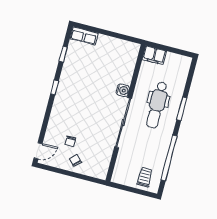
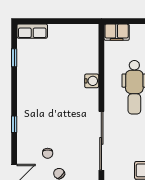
window: (55, 87) -> (14, 124), moved
sliding door: (123, 123) -> (101, 141), moved

